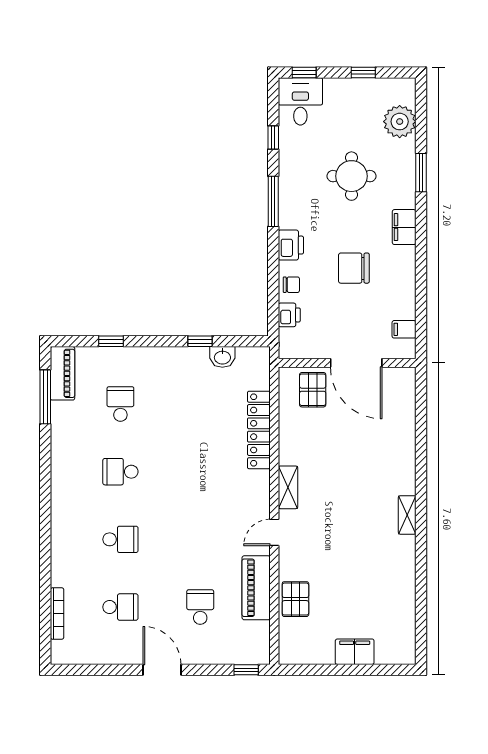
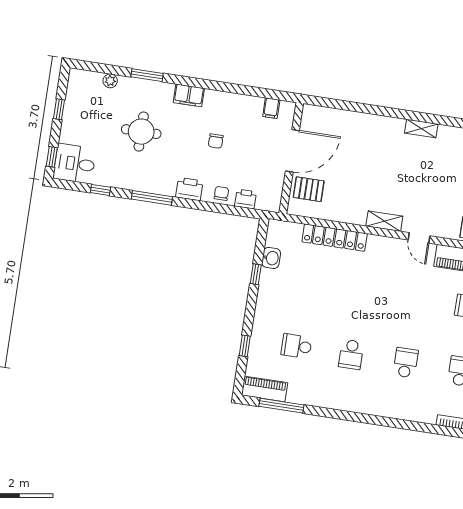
plant: (400, 122) -> (110, 81), width x0.53, depth x0.53
chair: (354, 268) -> (216, 141), width x0.54, depth x0.54

